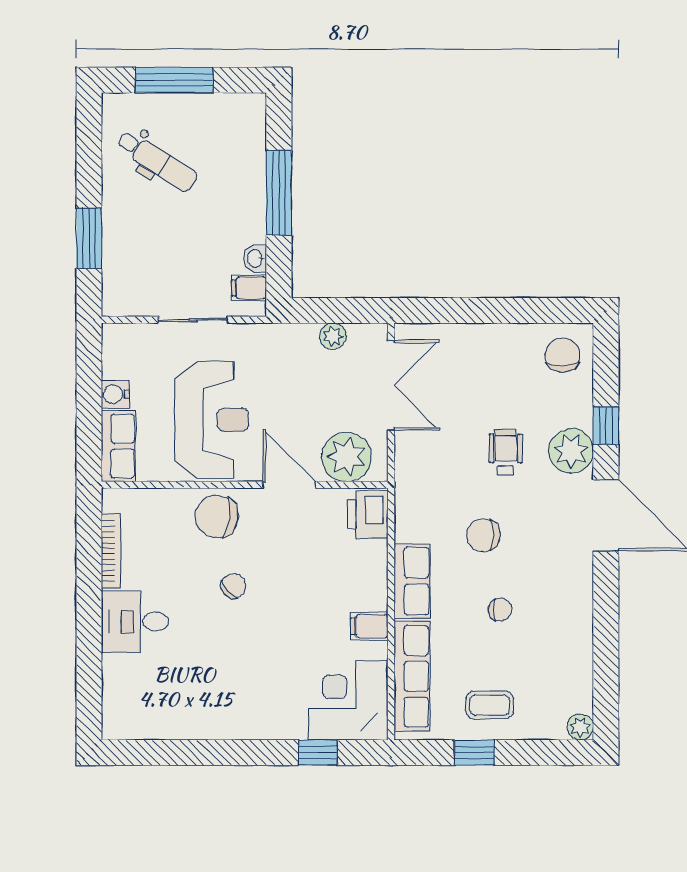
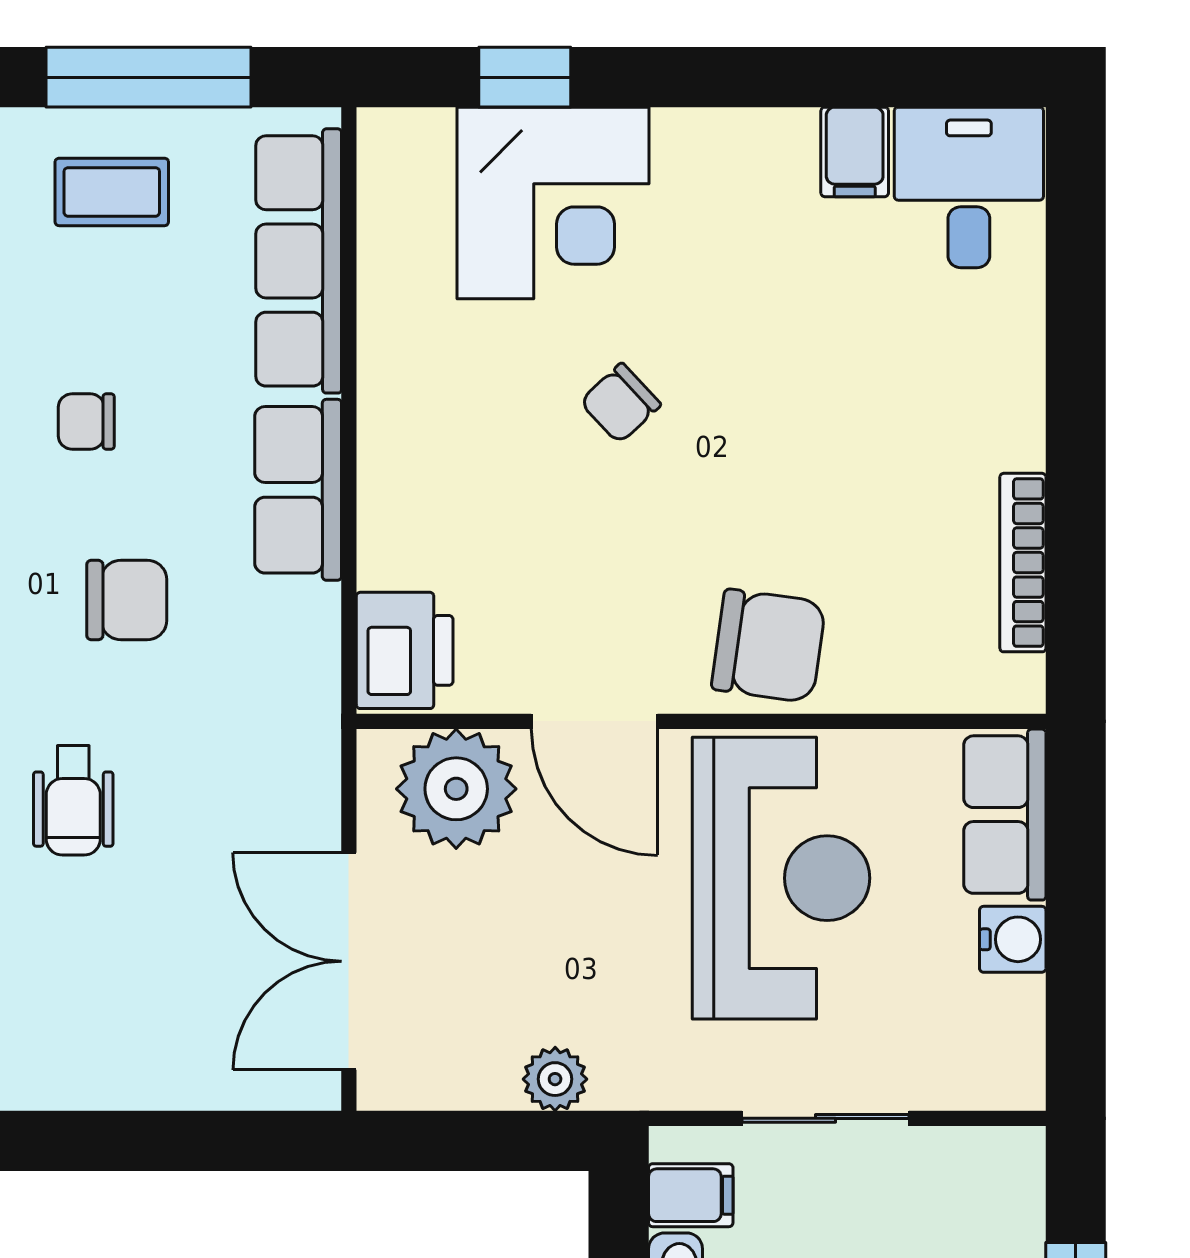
plant: (333, 336) -> (555, 1079), moved
reception desk: (211, 420) -> (781, 878), turned 180
chair: (233, 586) -> (620, 403), moved
desk: (135, 622) -> (969, 187), moved, turned -90
filing cabinet: (369, 626) -> (855, 152), moved, turned 90
corner desk: (348, 700) -> (553, 203), moved
window: (474, 753) -> (148, 77), width x2.17

